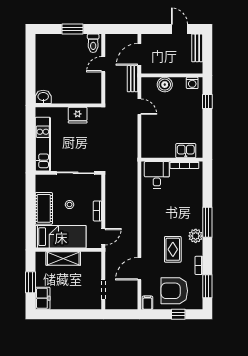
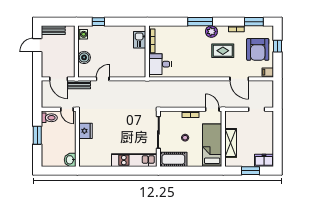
washbasin: (43, 97) -> (70, 160), moved
wall: (68, 105) -> (77, 139), moved
fridge: (78, 115) -> (86, 131), moved
cot: (44, 208) -> (173, 159), moved

